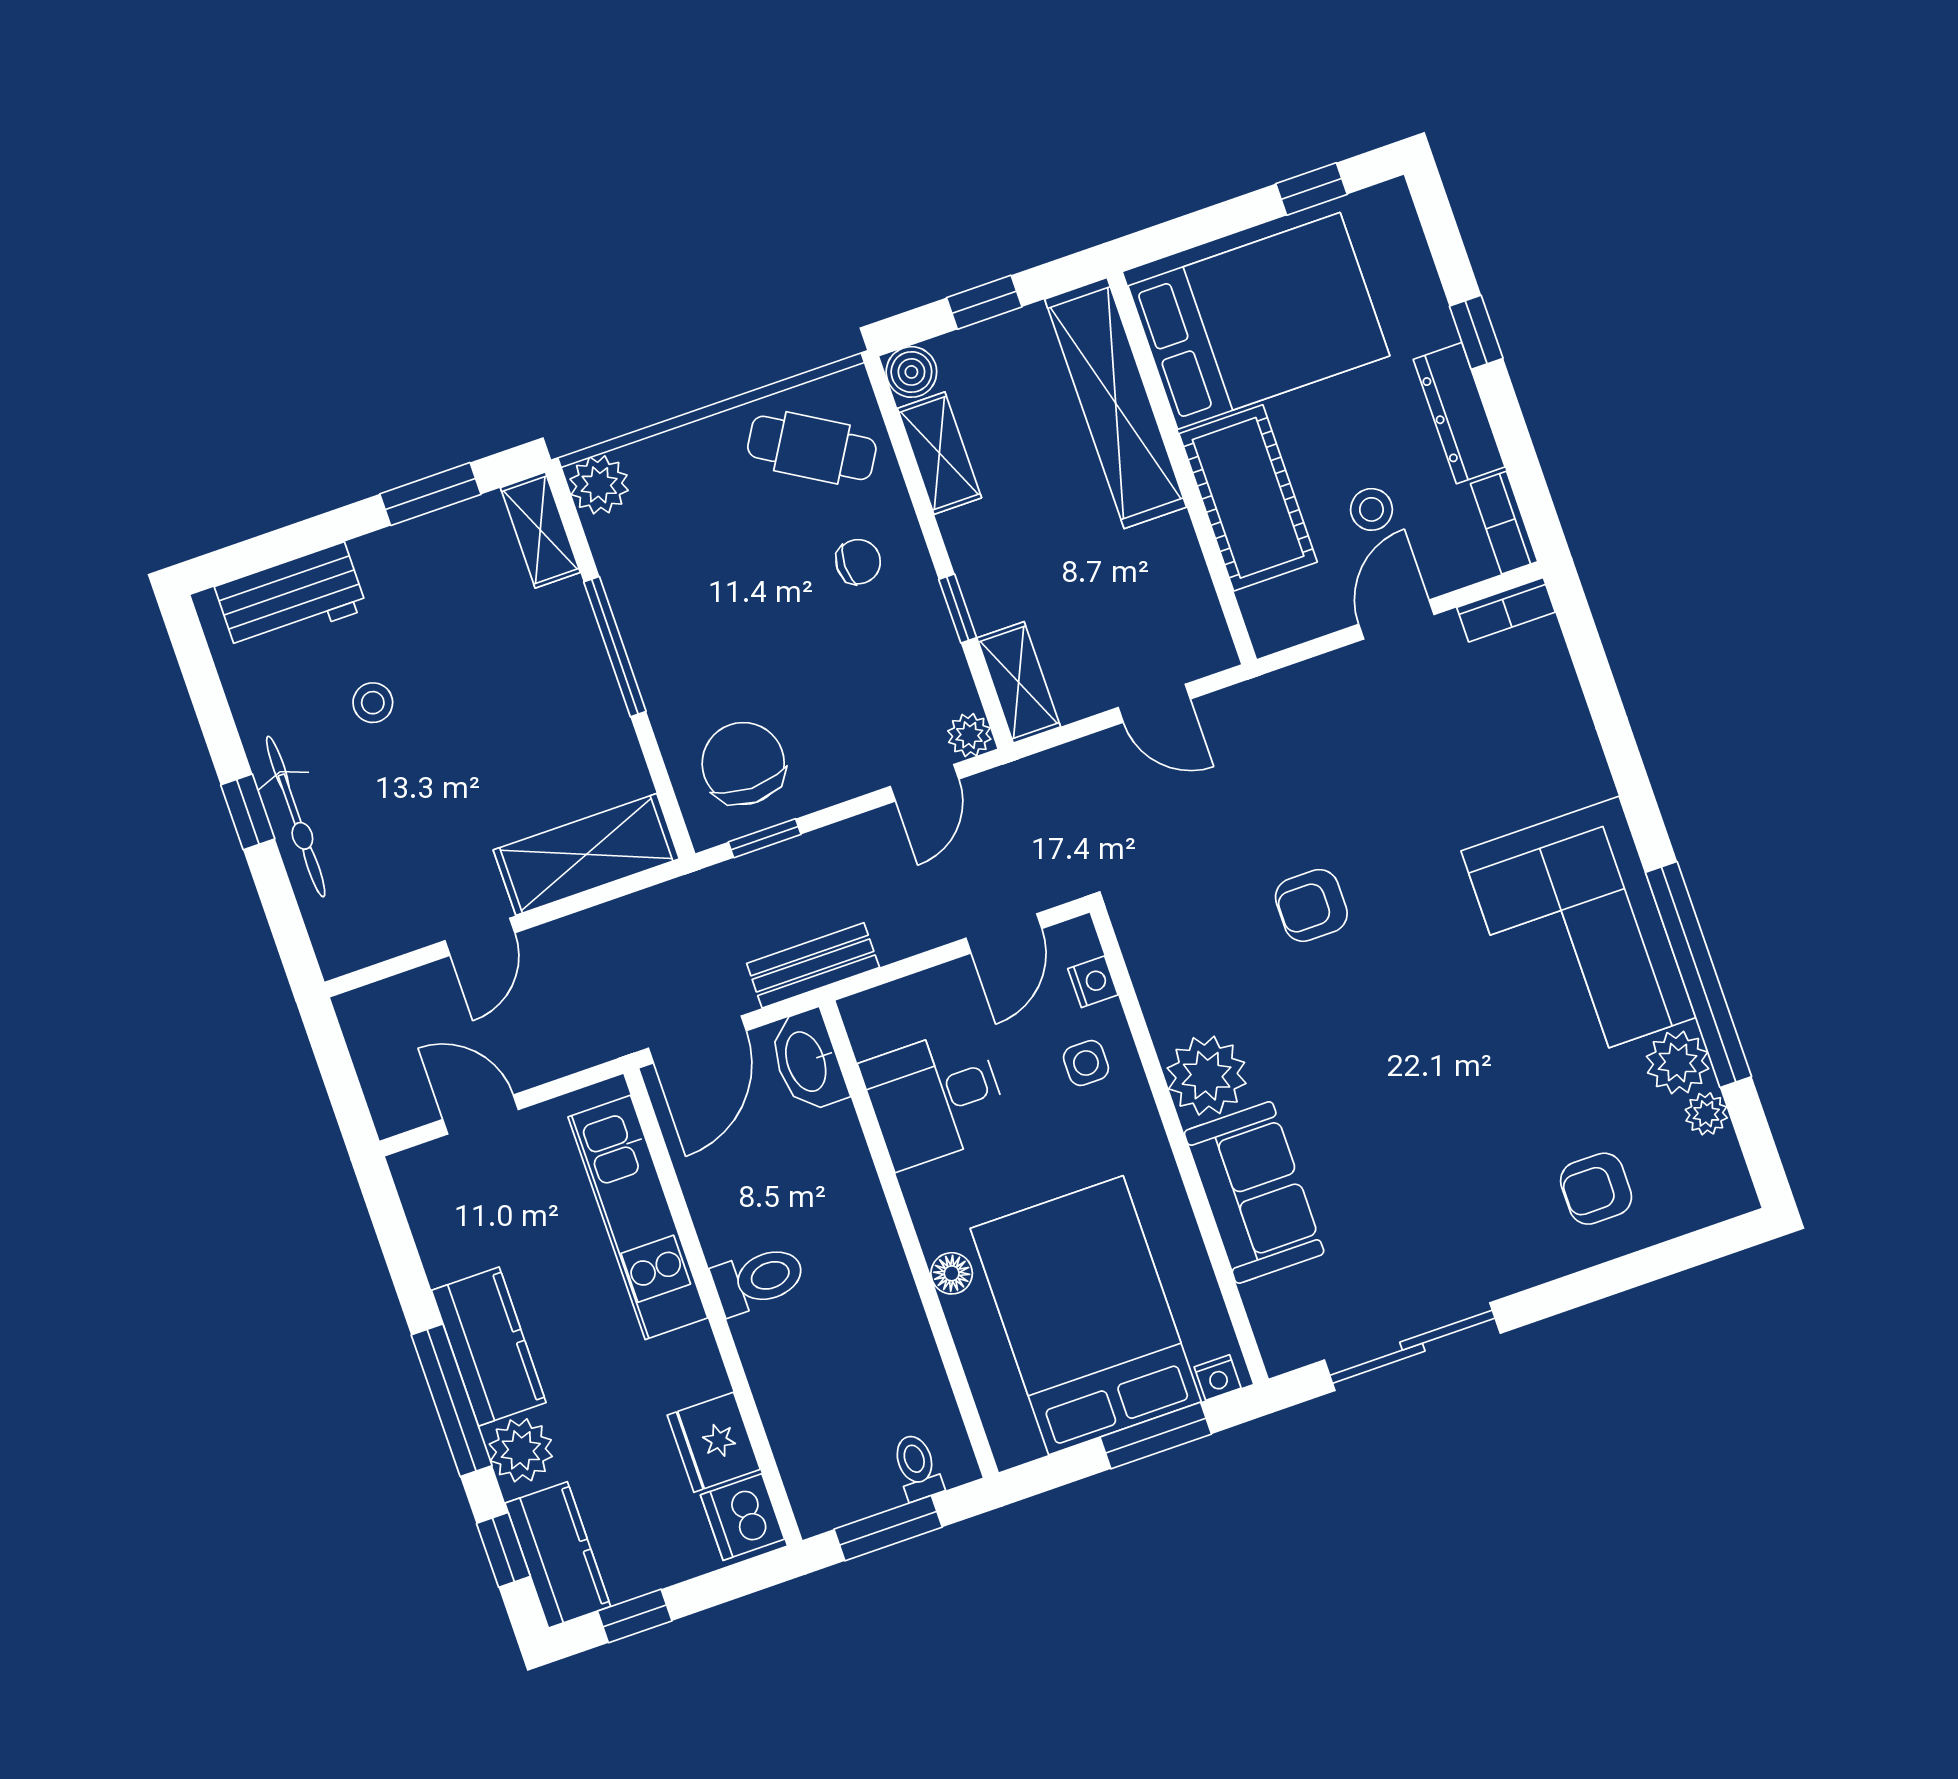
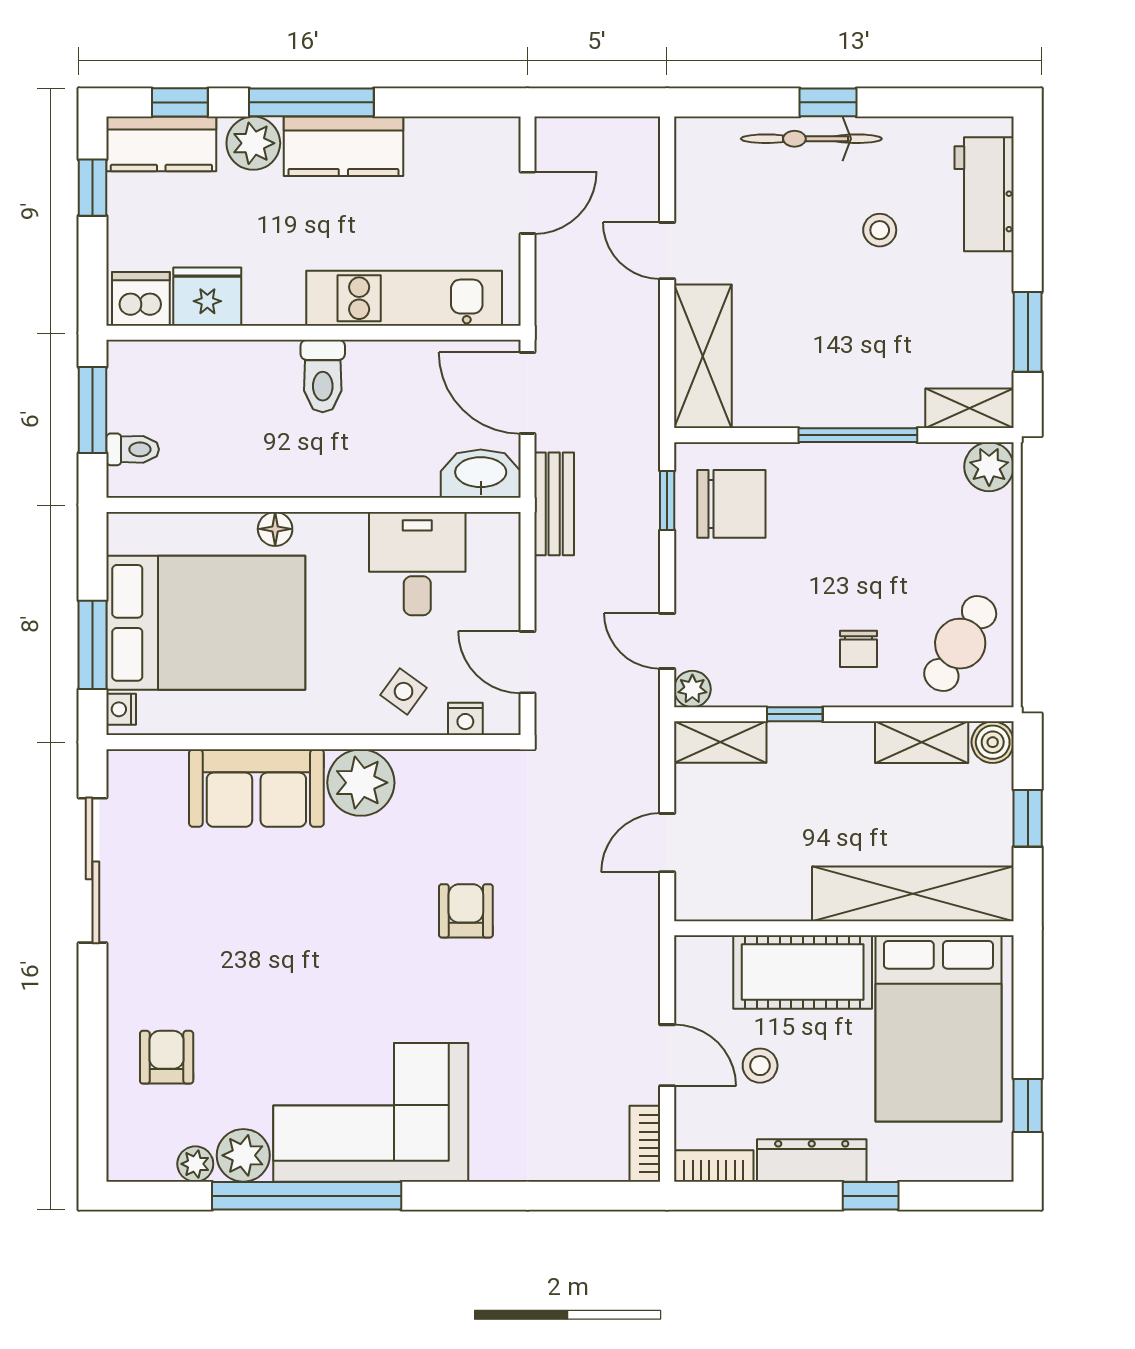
side table: (1086, 1063) -> (404, 691), turned 36

